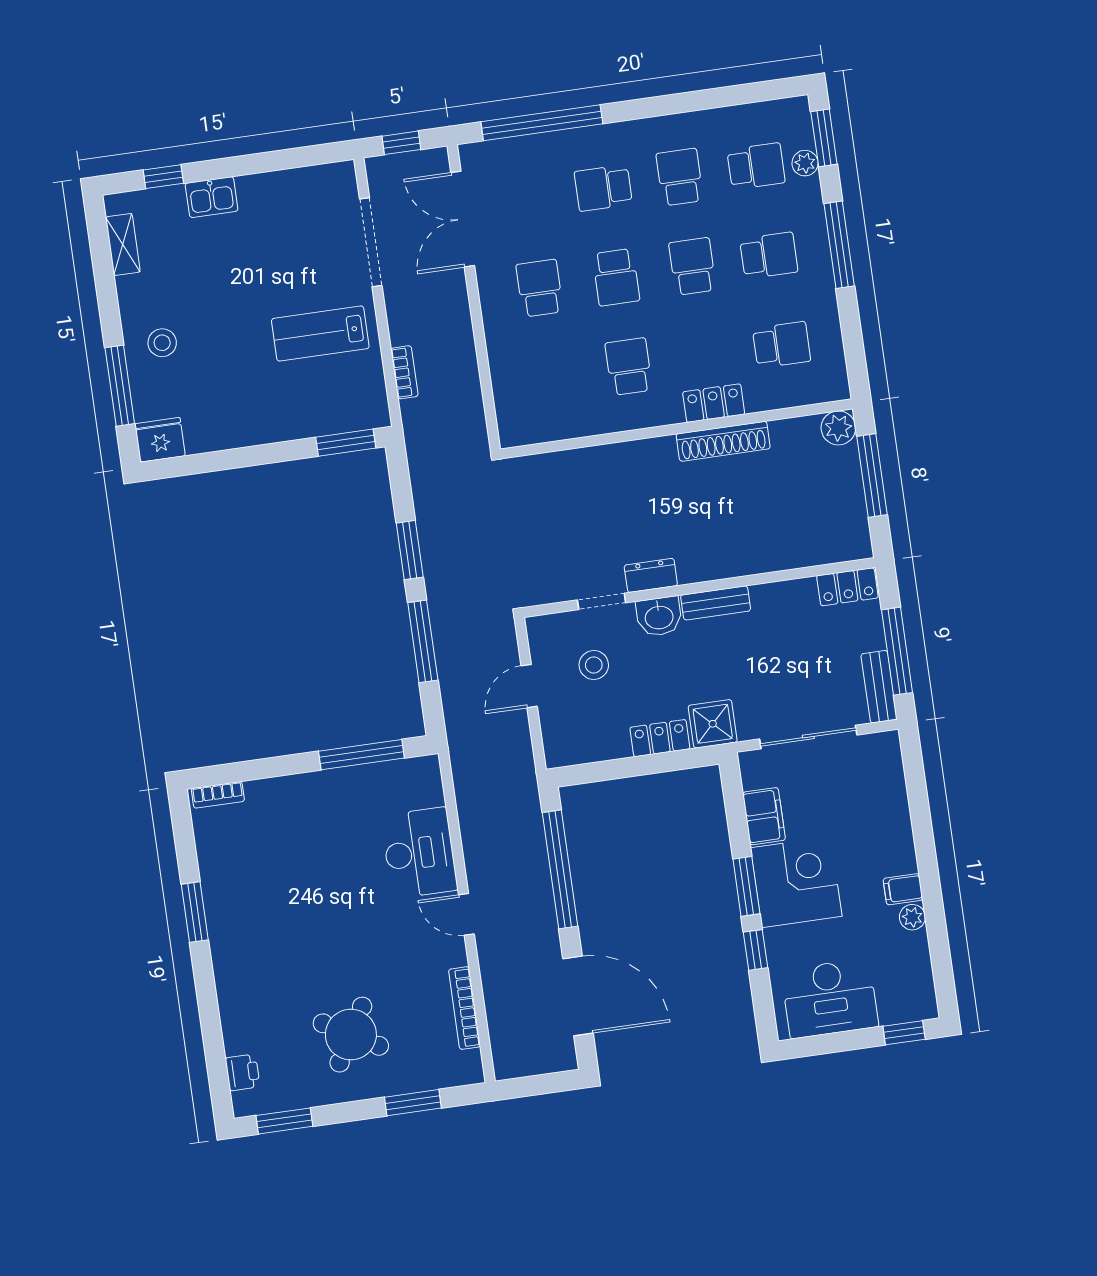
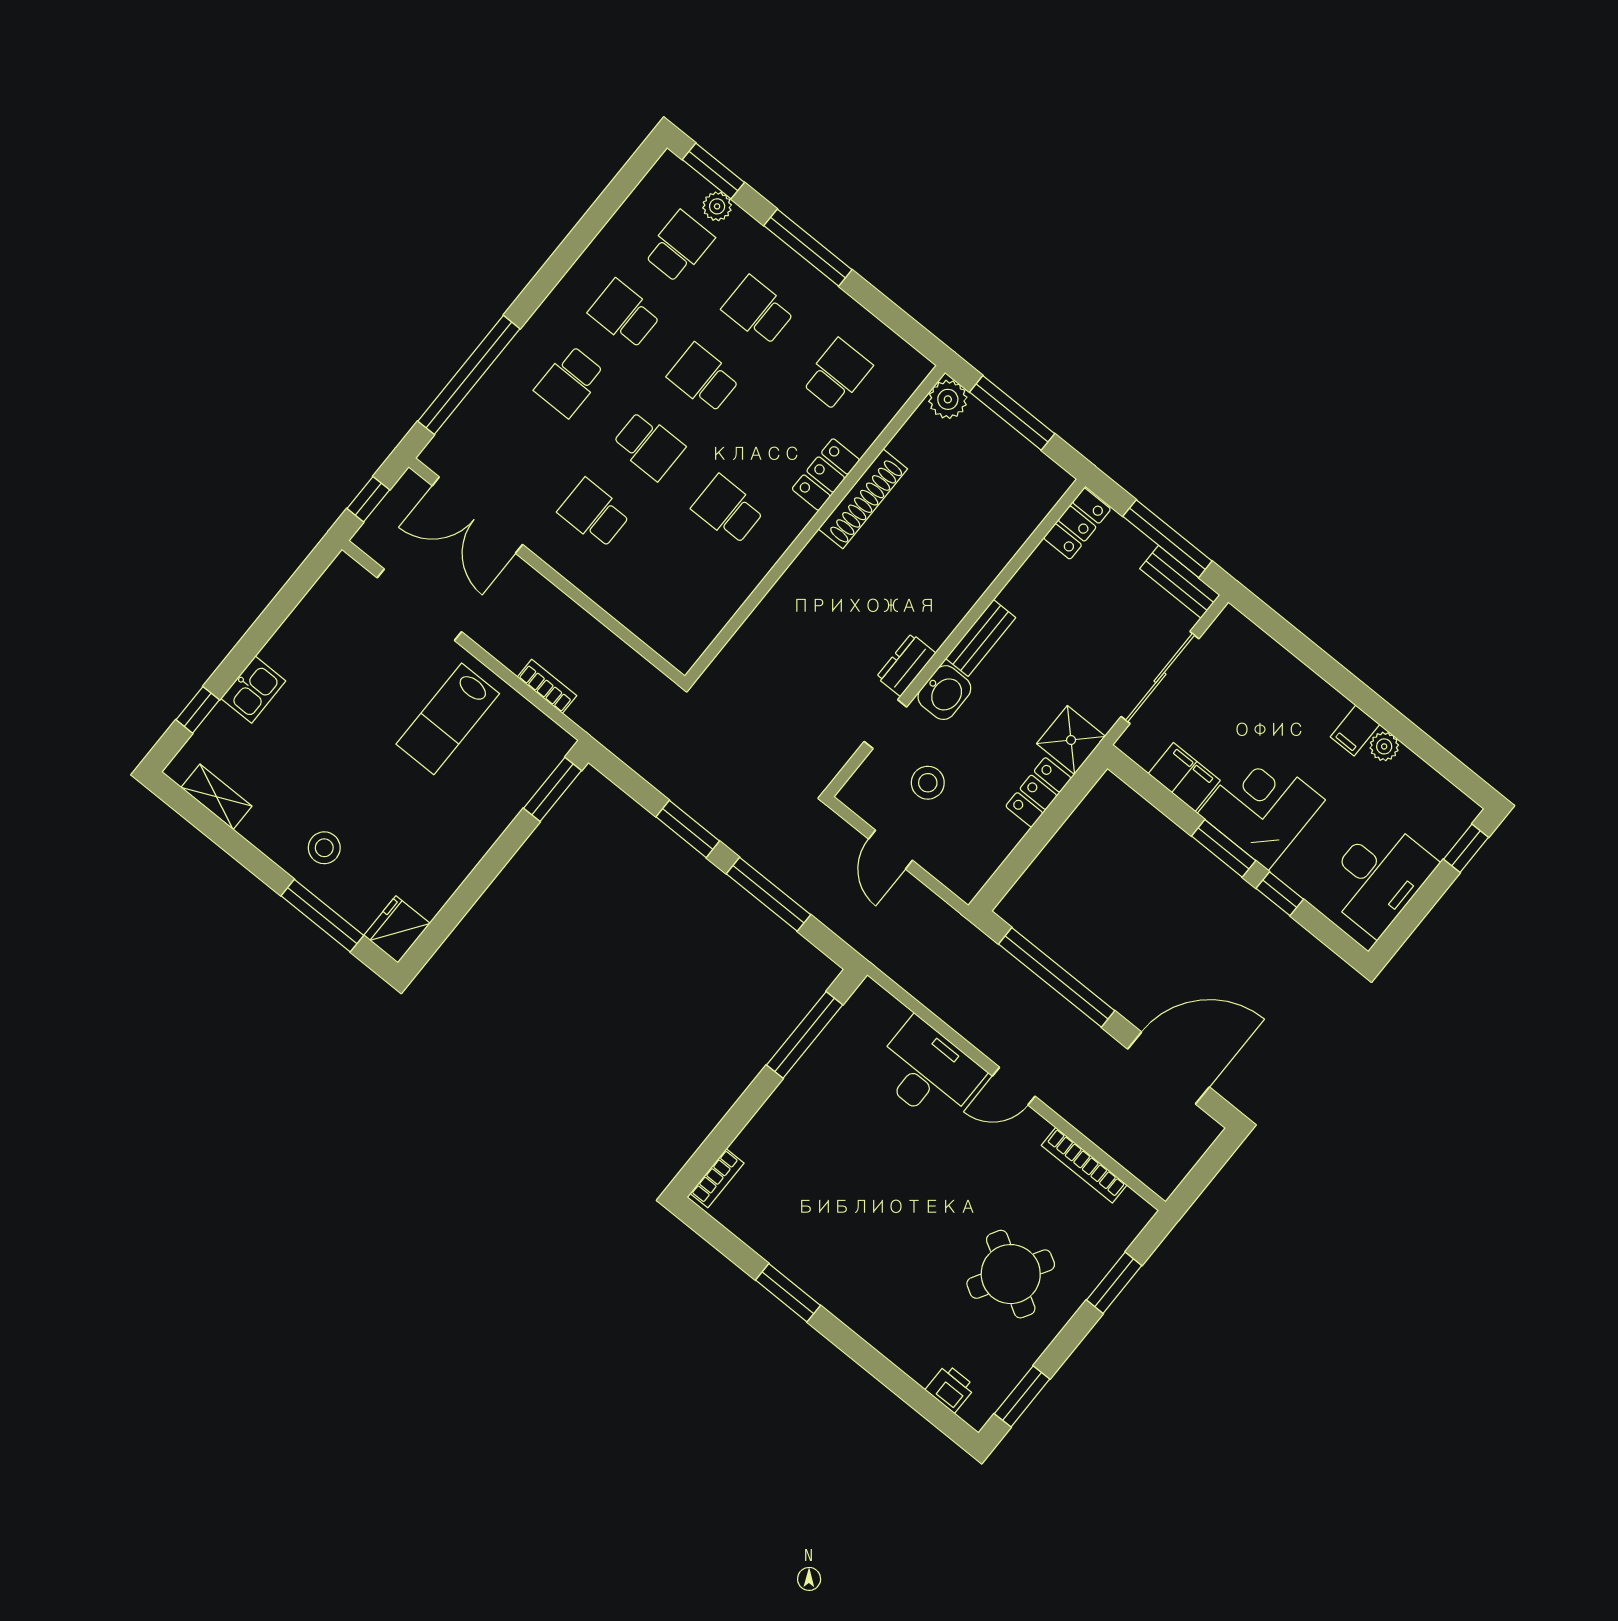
school desk: (769, 255) -> (758, 310), turned -90

